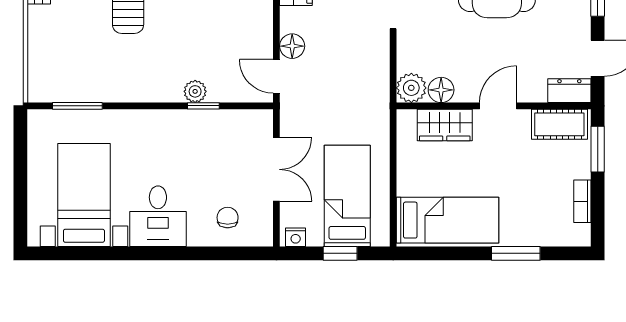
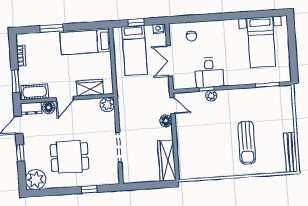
floor lamp: (441, 90) -> (49, 108), moved
desk: (158, 216) -> (209, 73), moved, turned 180

